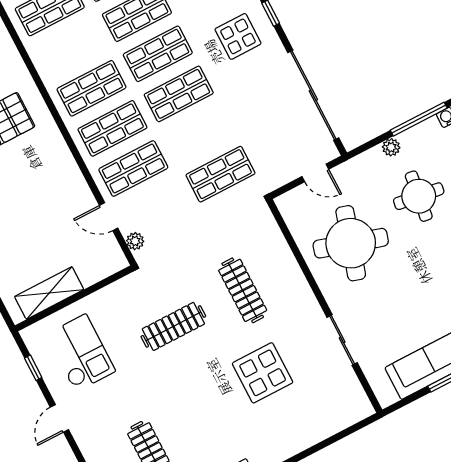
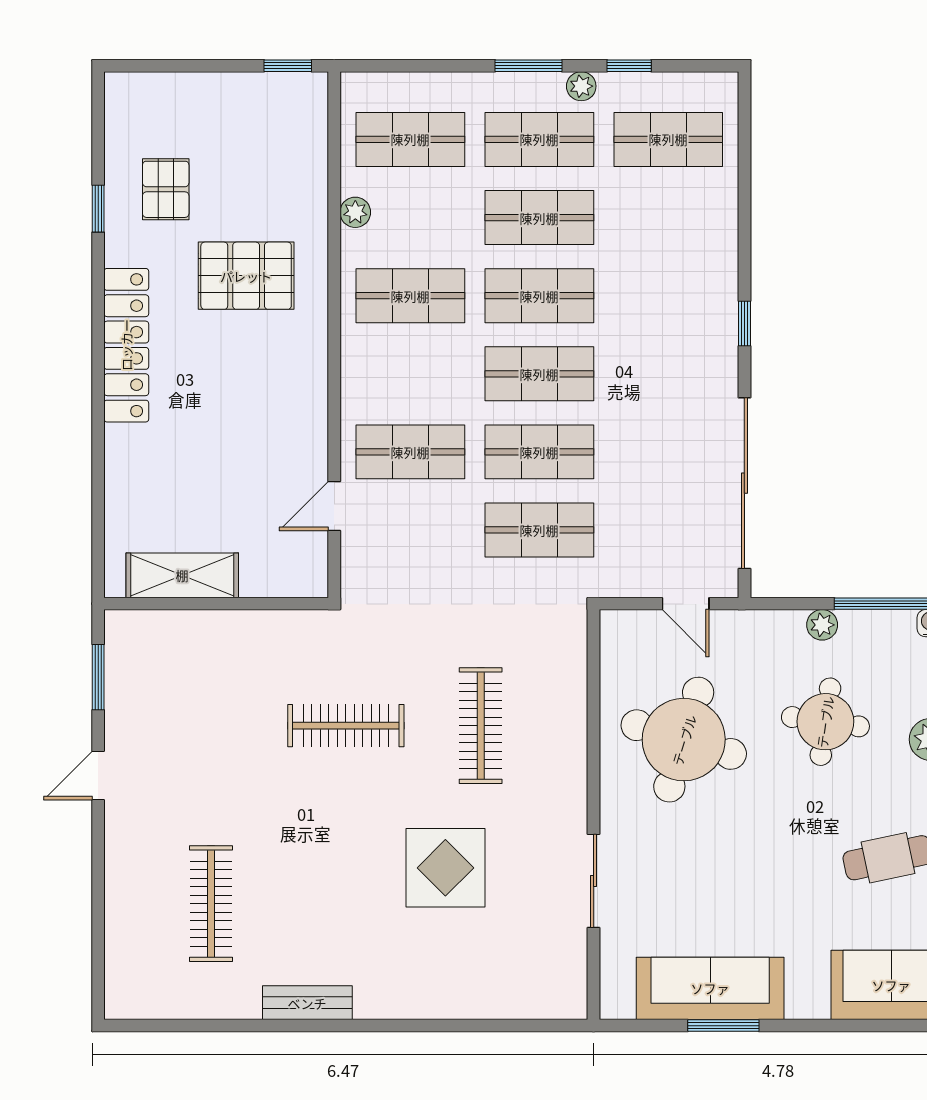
display table: (238, 36) -> (676, 333), removed
shop shelf: (112, 128) -> (539, 452), moved
door: (109, 217) -> (334, 506), hinge flipped
plant: (135, 241) -> (355, 212), moved
checkout: (81, 353) -> (183, 692), removed
window: (33, 368) -> (98, 677), width x1.50

